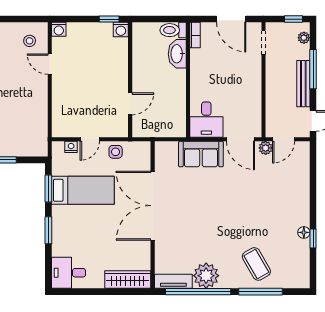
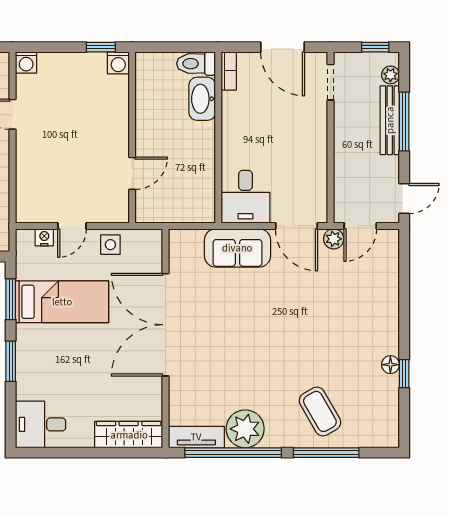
bench: (303, 84) -> (390, 120), moved

